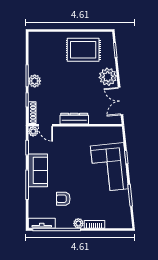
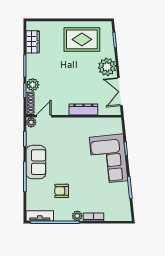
wardrobe: (35, 52) -> (33, 42), added
plant: (35, 81) -> (33, 85), moved
dresser: (74, 119) -> (83, 109), moved
door: (45, 125) -> (44, 116), swing flipped

